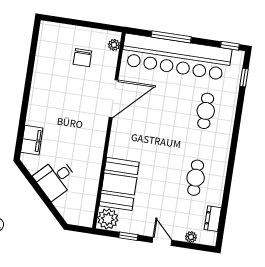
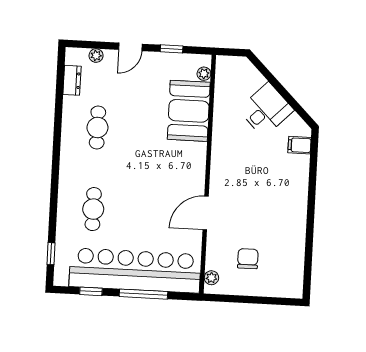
window: (230, 46) -> (91, 291), moved
door: (114, 99) -> (206, 213), width x0.73
filing cabinet: (32, 140) -> (300, 145), width x0.50
plant: (108, 219) -> (204, 74), width x0.53, depth x0.53
door: (162, 241) -> (130, 47), hinge flipped

